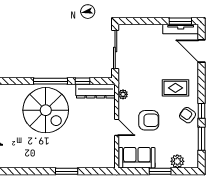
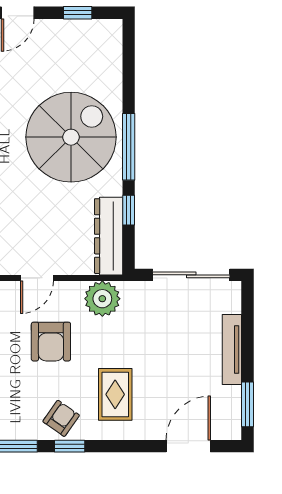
tv unit: (181, 29) -> (232, 350), moved
plant: (123, 94) -> (102, 299), width x1.88, depth x1.88
spiral stairs: (46, 110) -> (71, 137), turned 180

